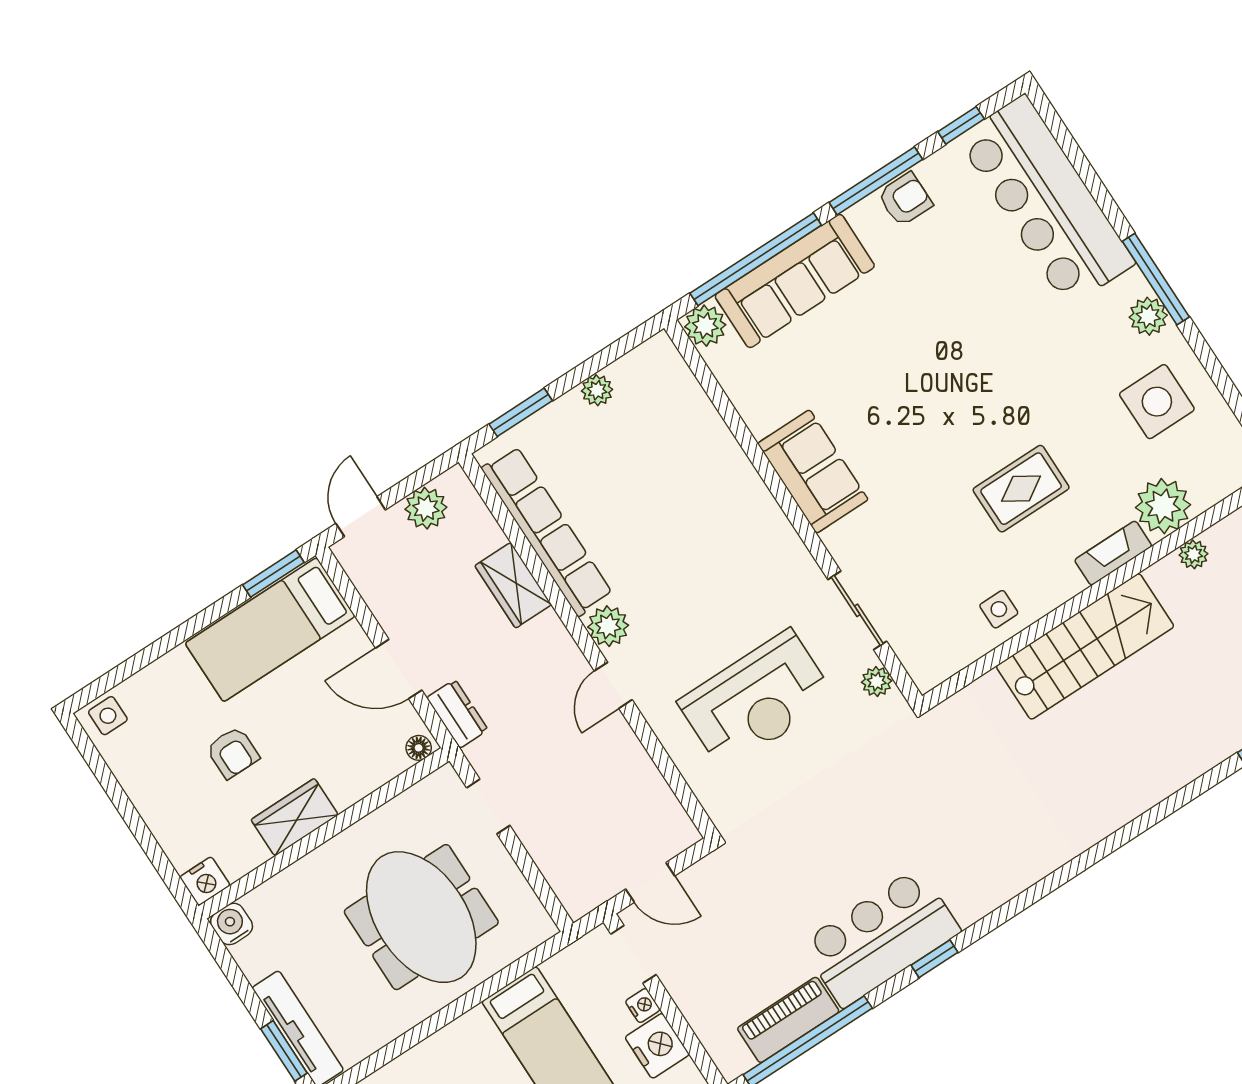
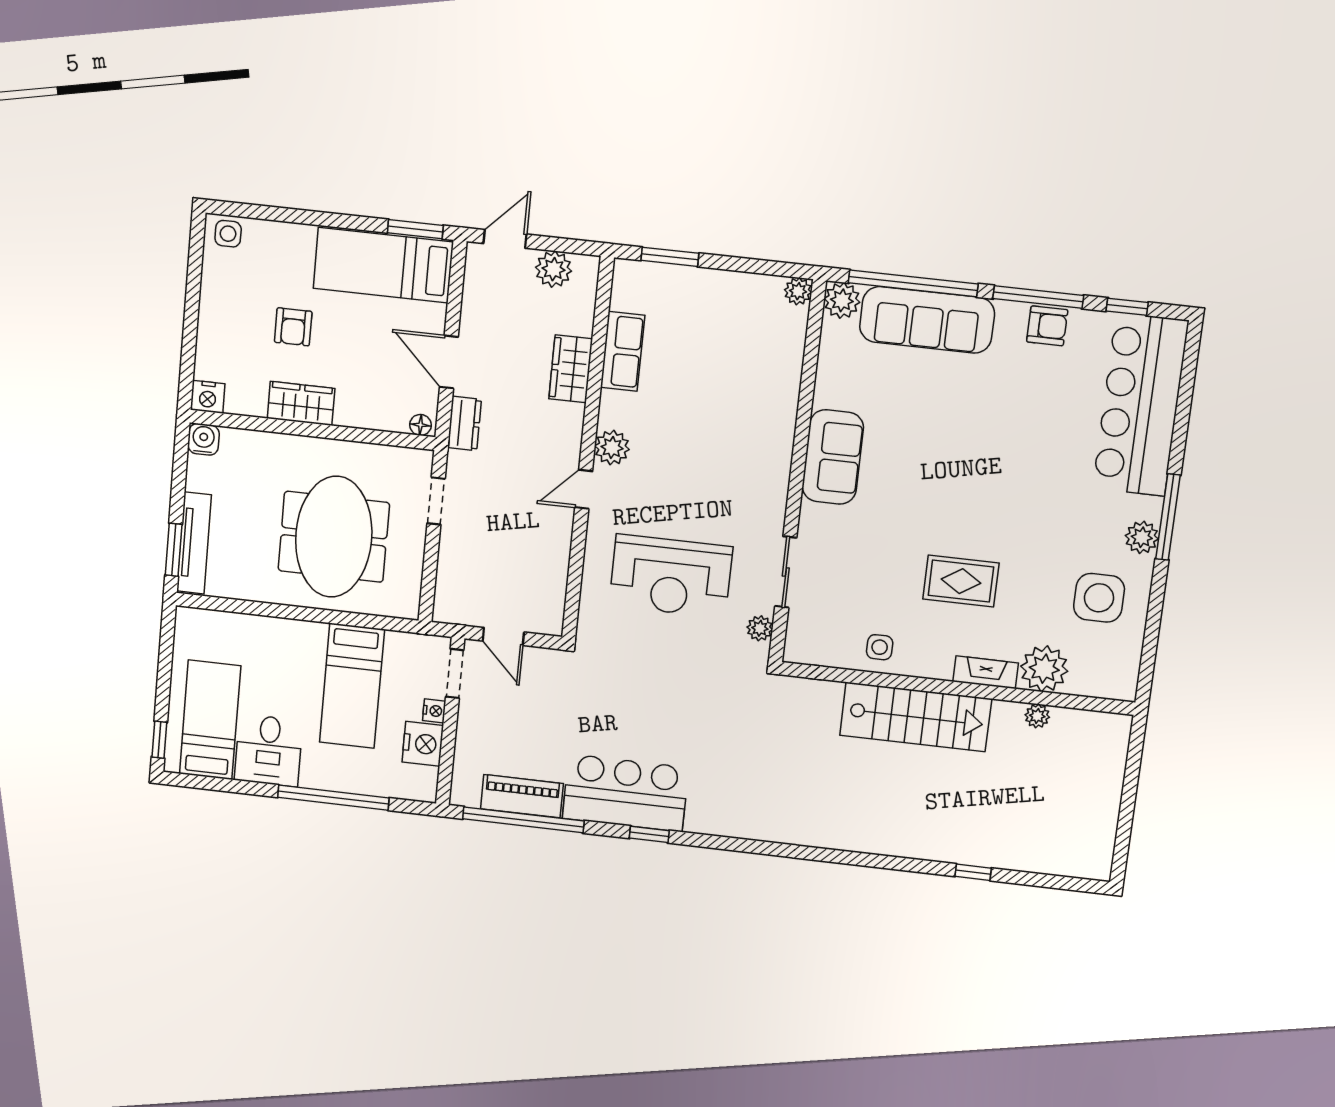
plant: (597, 390) -> (798, 291), moved
row of seats: (547, 531) -> (623, 351), width x0.50

